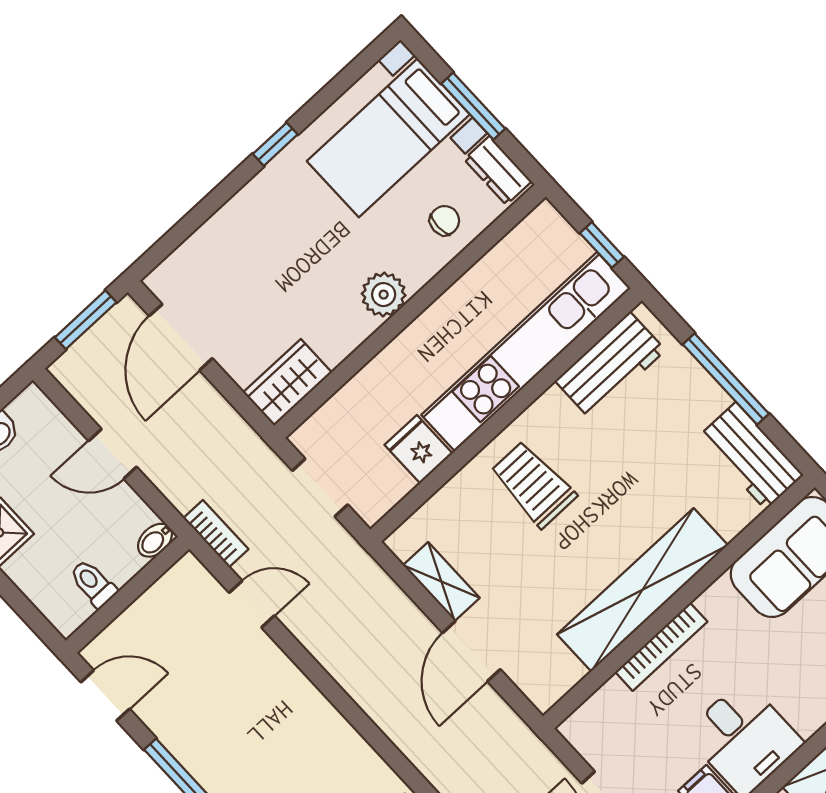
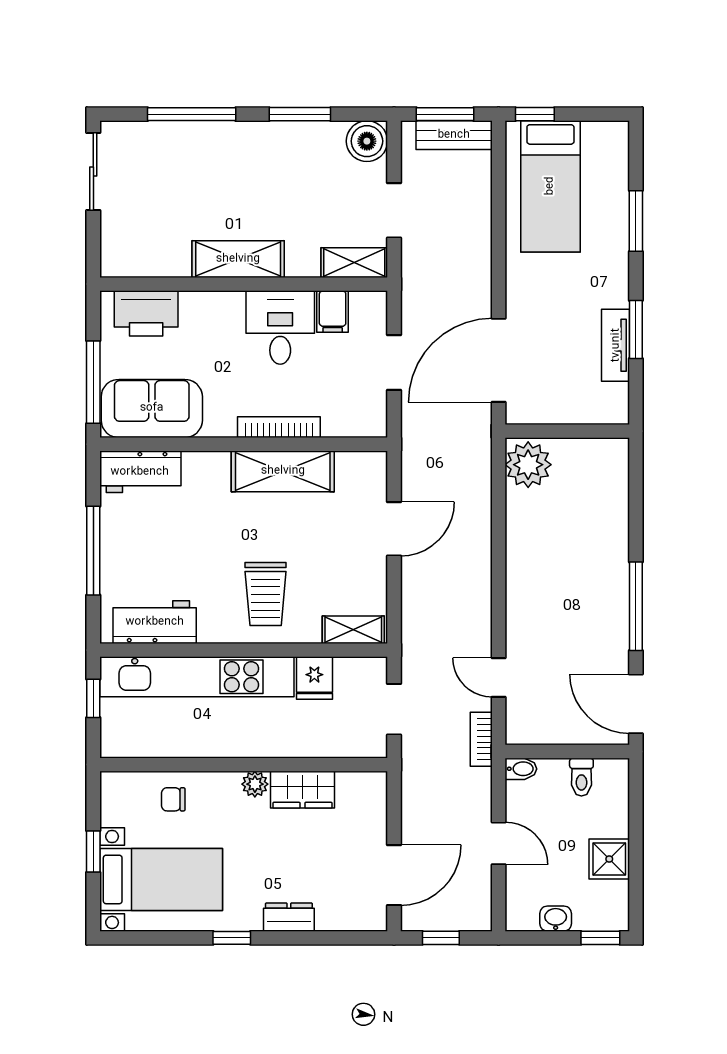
window: (473, 106) -> (93, 852), width x0.67
dresser: (498, 170) -> (289, 917), moved, turned -90
plant: (384, 295) -> (255, 784), width x0.73, depth x0.73
window: (86, 320) -> (441, 938), width x0.67
wardrobe: (287, 382) -> (302, 790), moved
workbench: (751, 456) -> (140, 472), moved, turned 90
shelving: (441, 582) -> (353, 630), moved, turned 90
shelving: (642, 590) -> (283, 471), width x0.68
door: (105, 696) -> (636, 704), width x1.38

